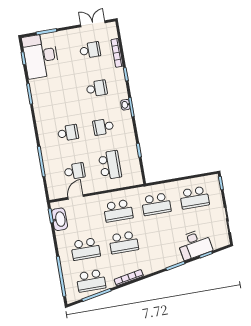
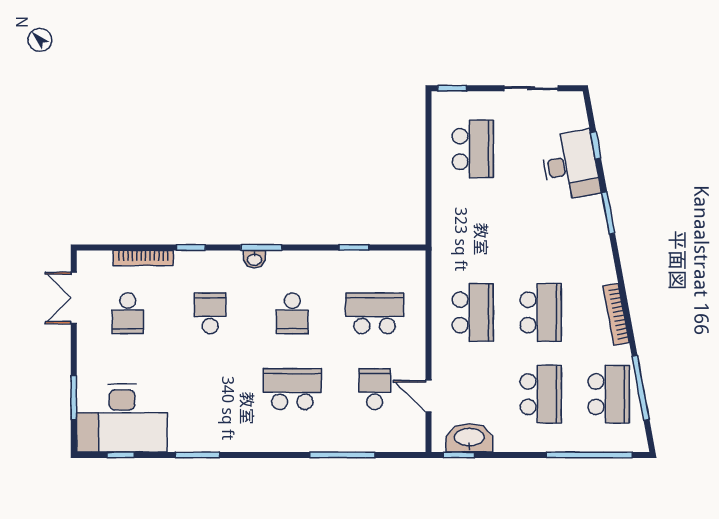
school desk: (90, 50) -> (128, 313), turned 180
school desk: (68, 133) -> (292, 389), width x1.85
school desk: (156, 204) -> (473, 231), removed

